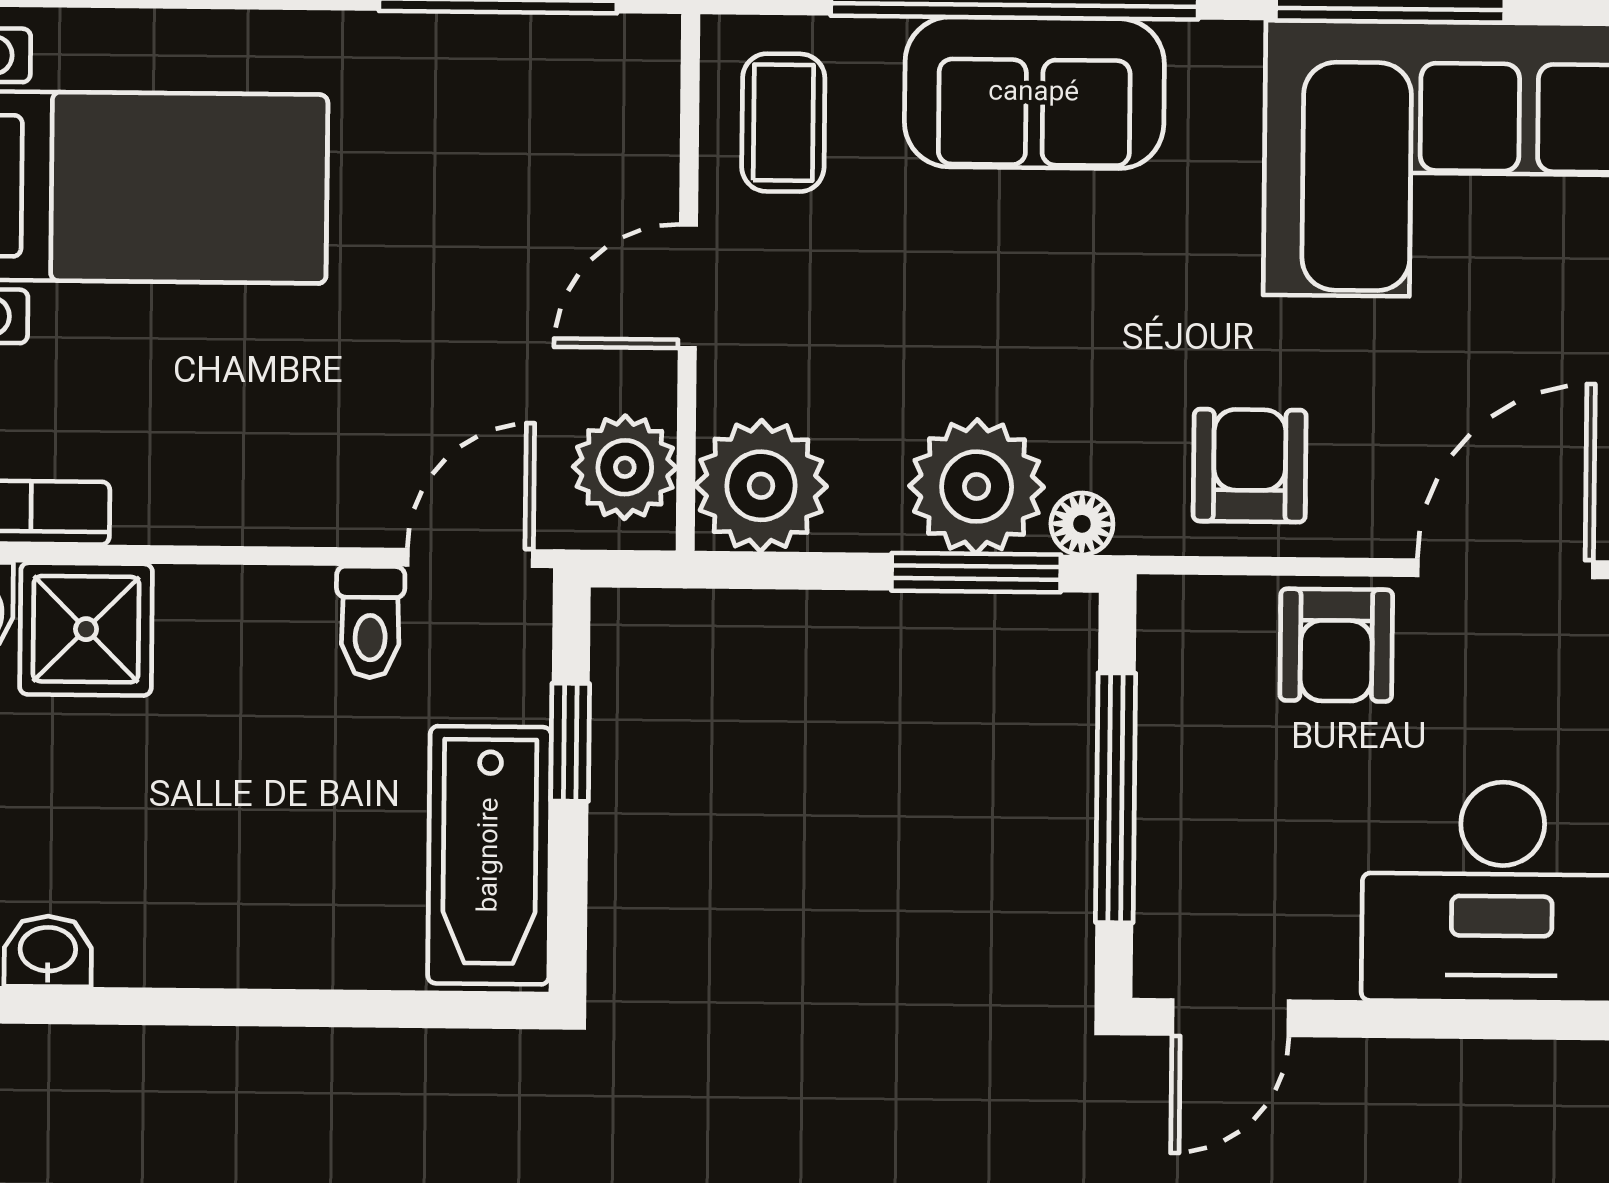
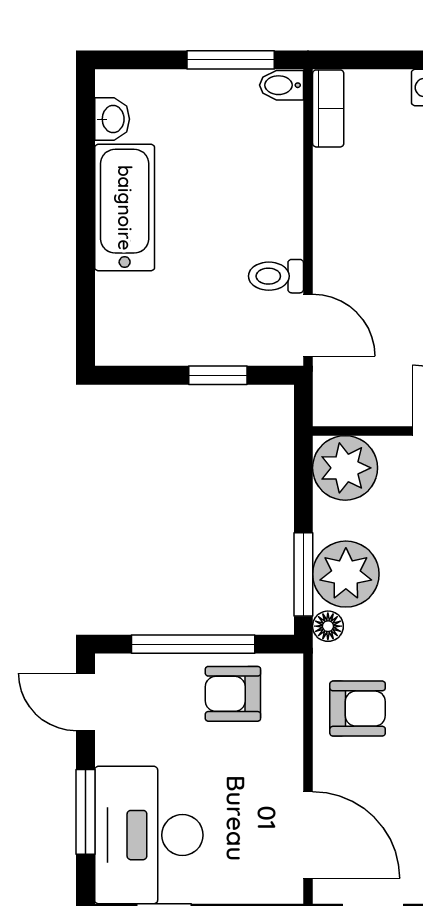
plant: (625, 467) -> (354, 401), removed
shower: (86, 629) -> (271, 136), removed
armchair: (1336, 645) -> (233, 694), moved
bathtub: (490, 855) -> (125, 208), moved, turned 90
window: (1454, 1020) -> (85, 812), added

